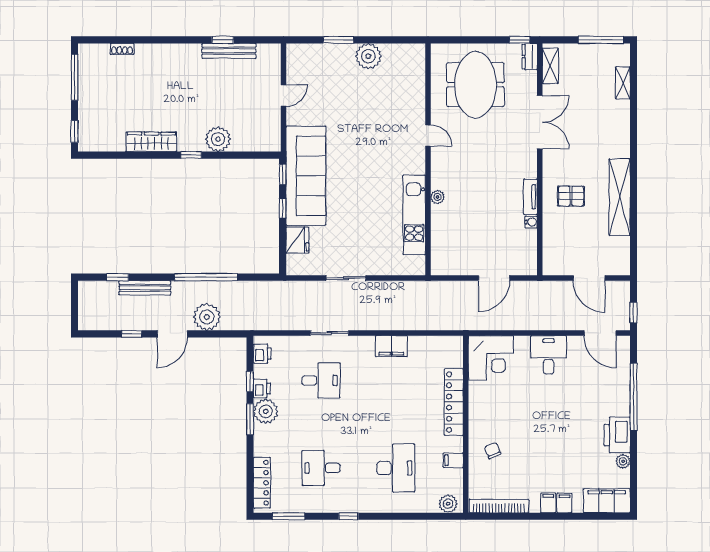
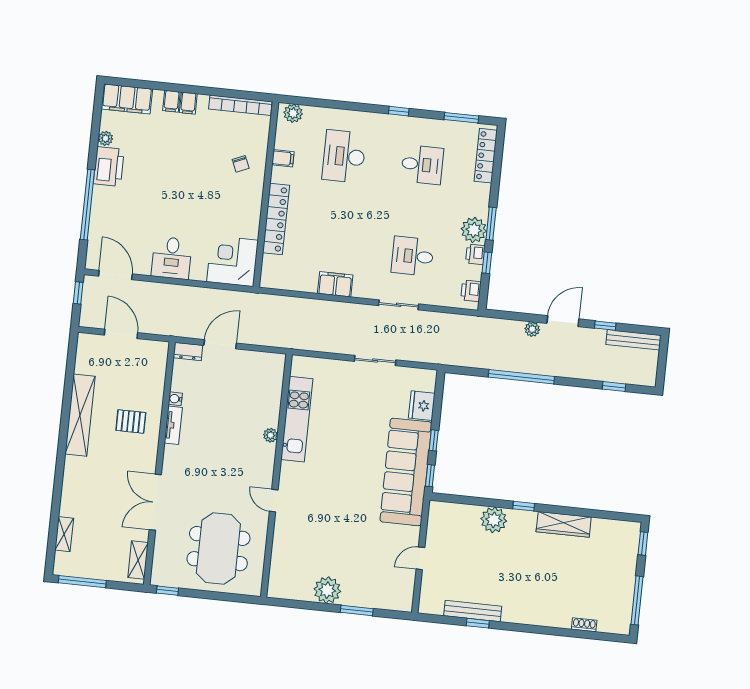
dresser: (530, 57) -> (188, 352), moved, turned 90
bench: (145, 288) -> (634, 340), moved
plant: (207, 317) -> (532, 329), width x0.53, depth x0.53

